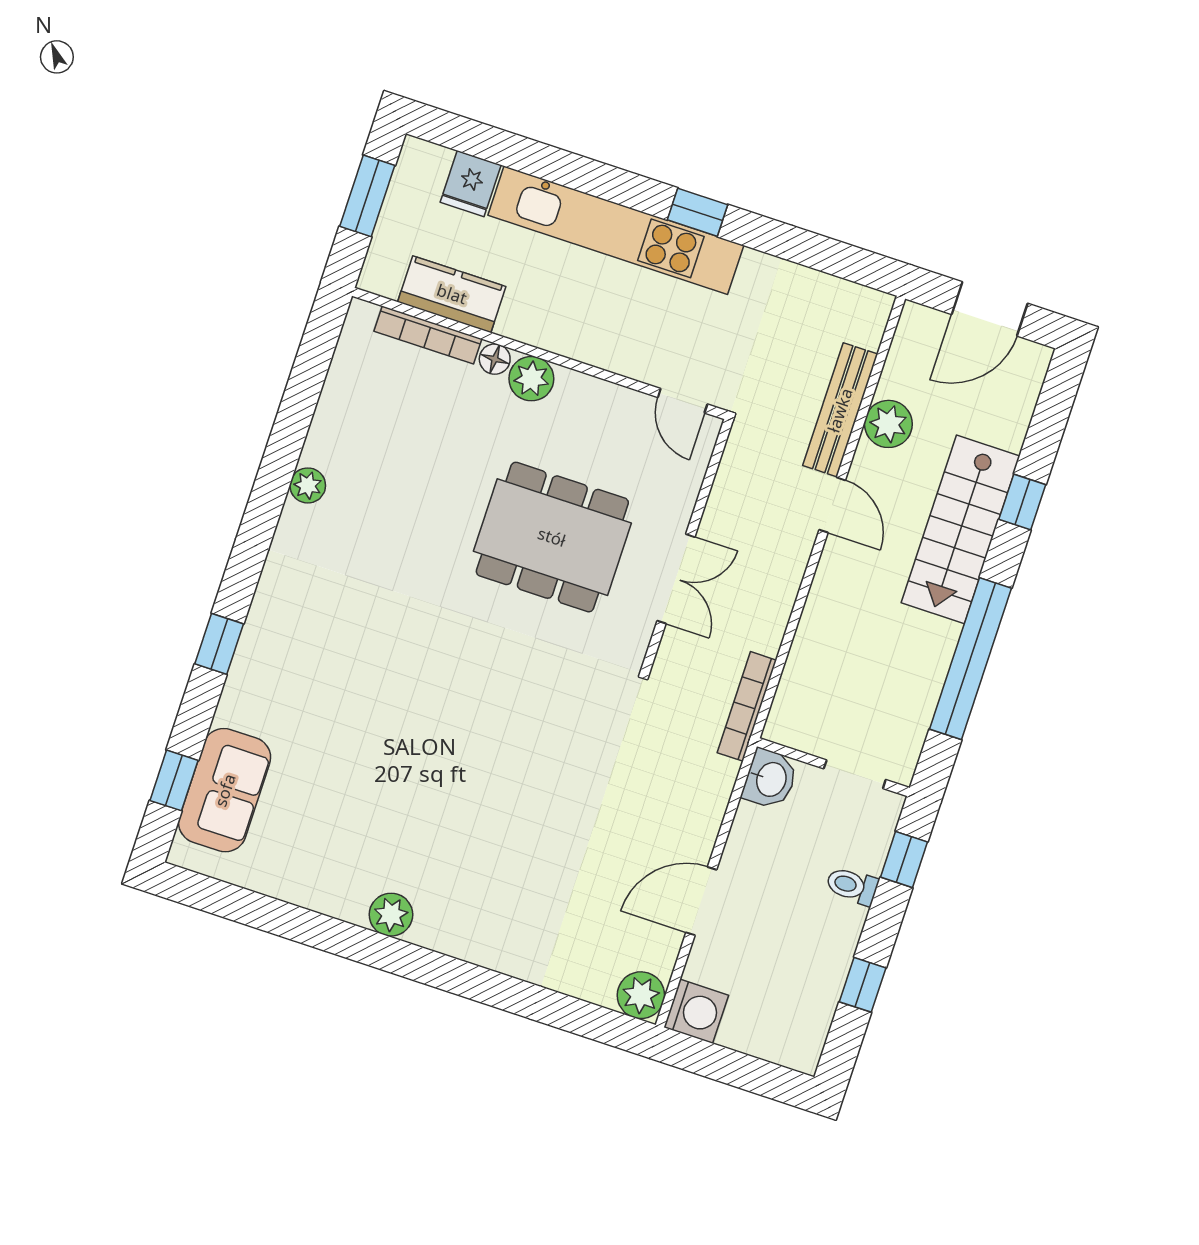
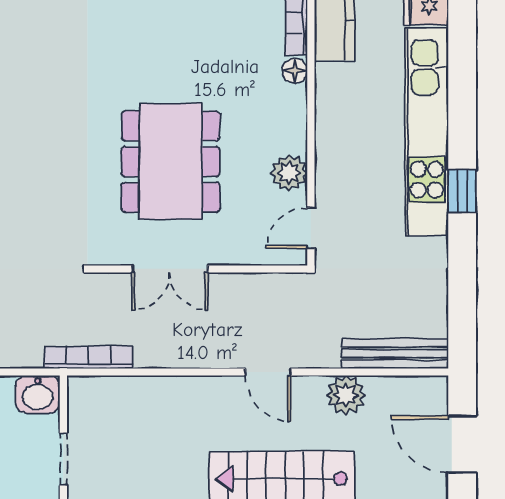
plant: (531, 379) -> (289, 173), moved
bench: (840, 410) -> (395, 354), moved
door: (832, 505) -> (268, 372), hinge flipped

